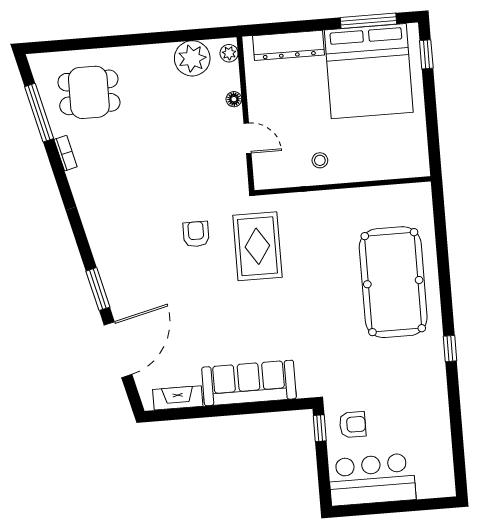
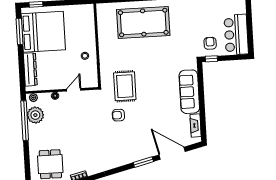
window: (180, 36) -> (25, 121), added
rug: (257, 246) -> (125, 86), turned 90

